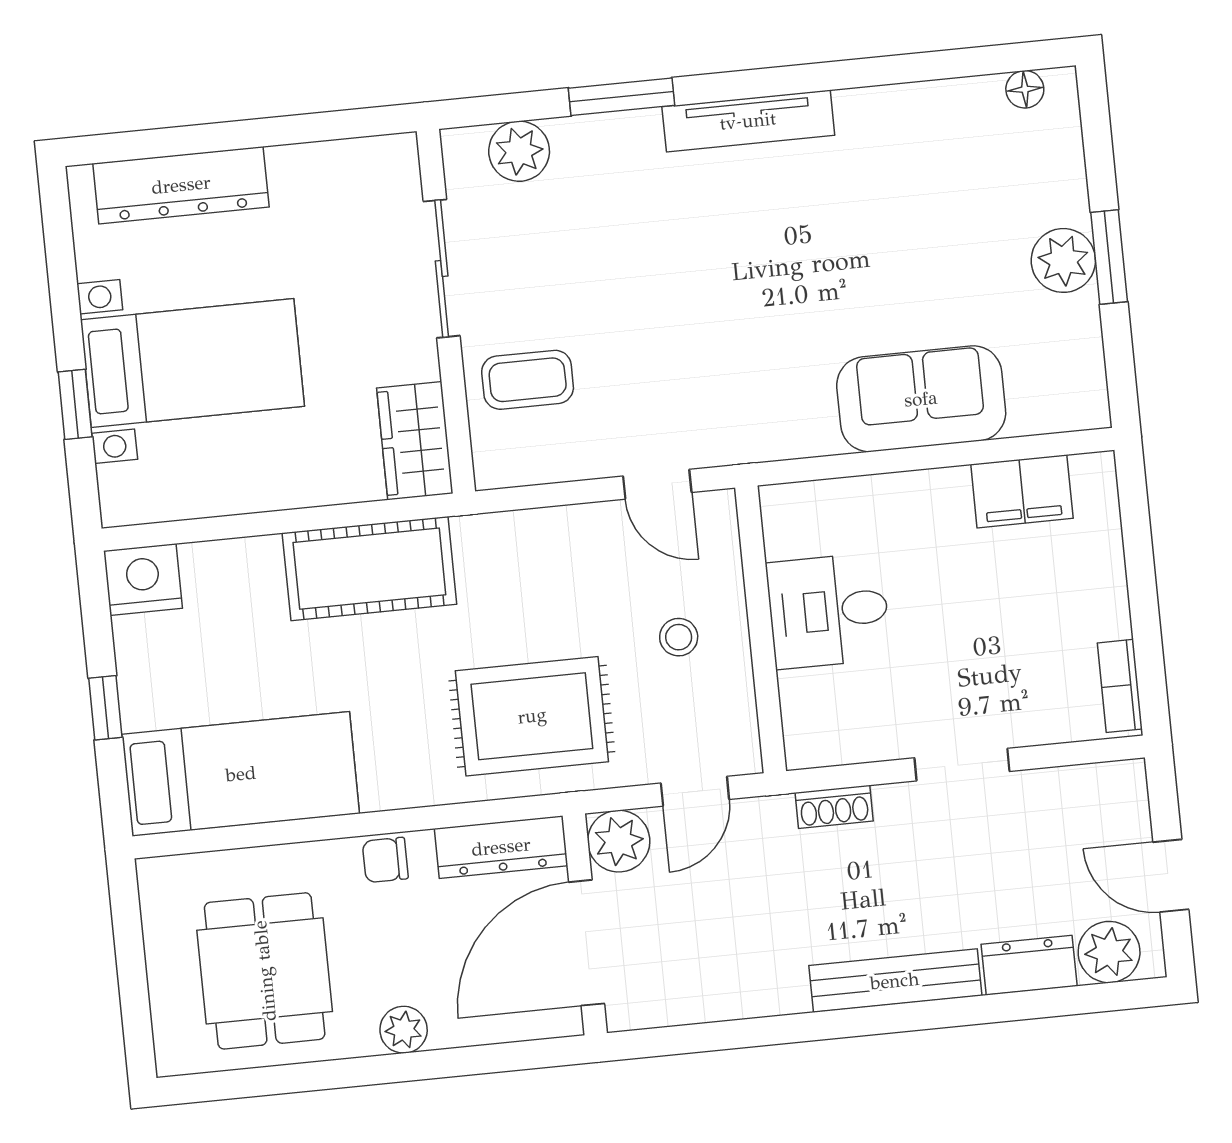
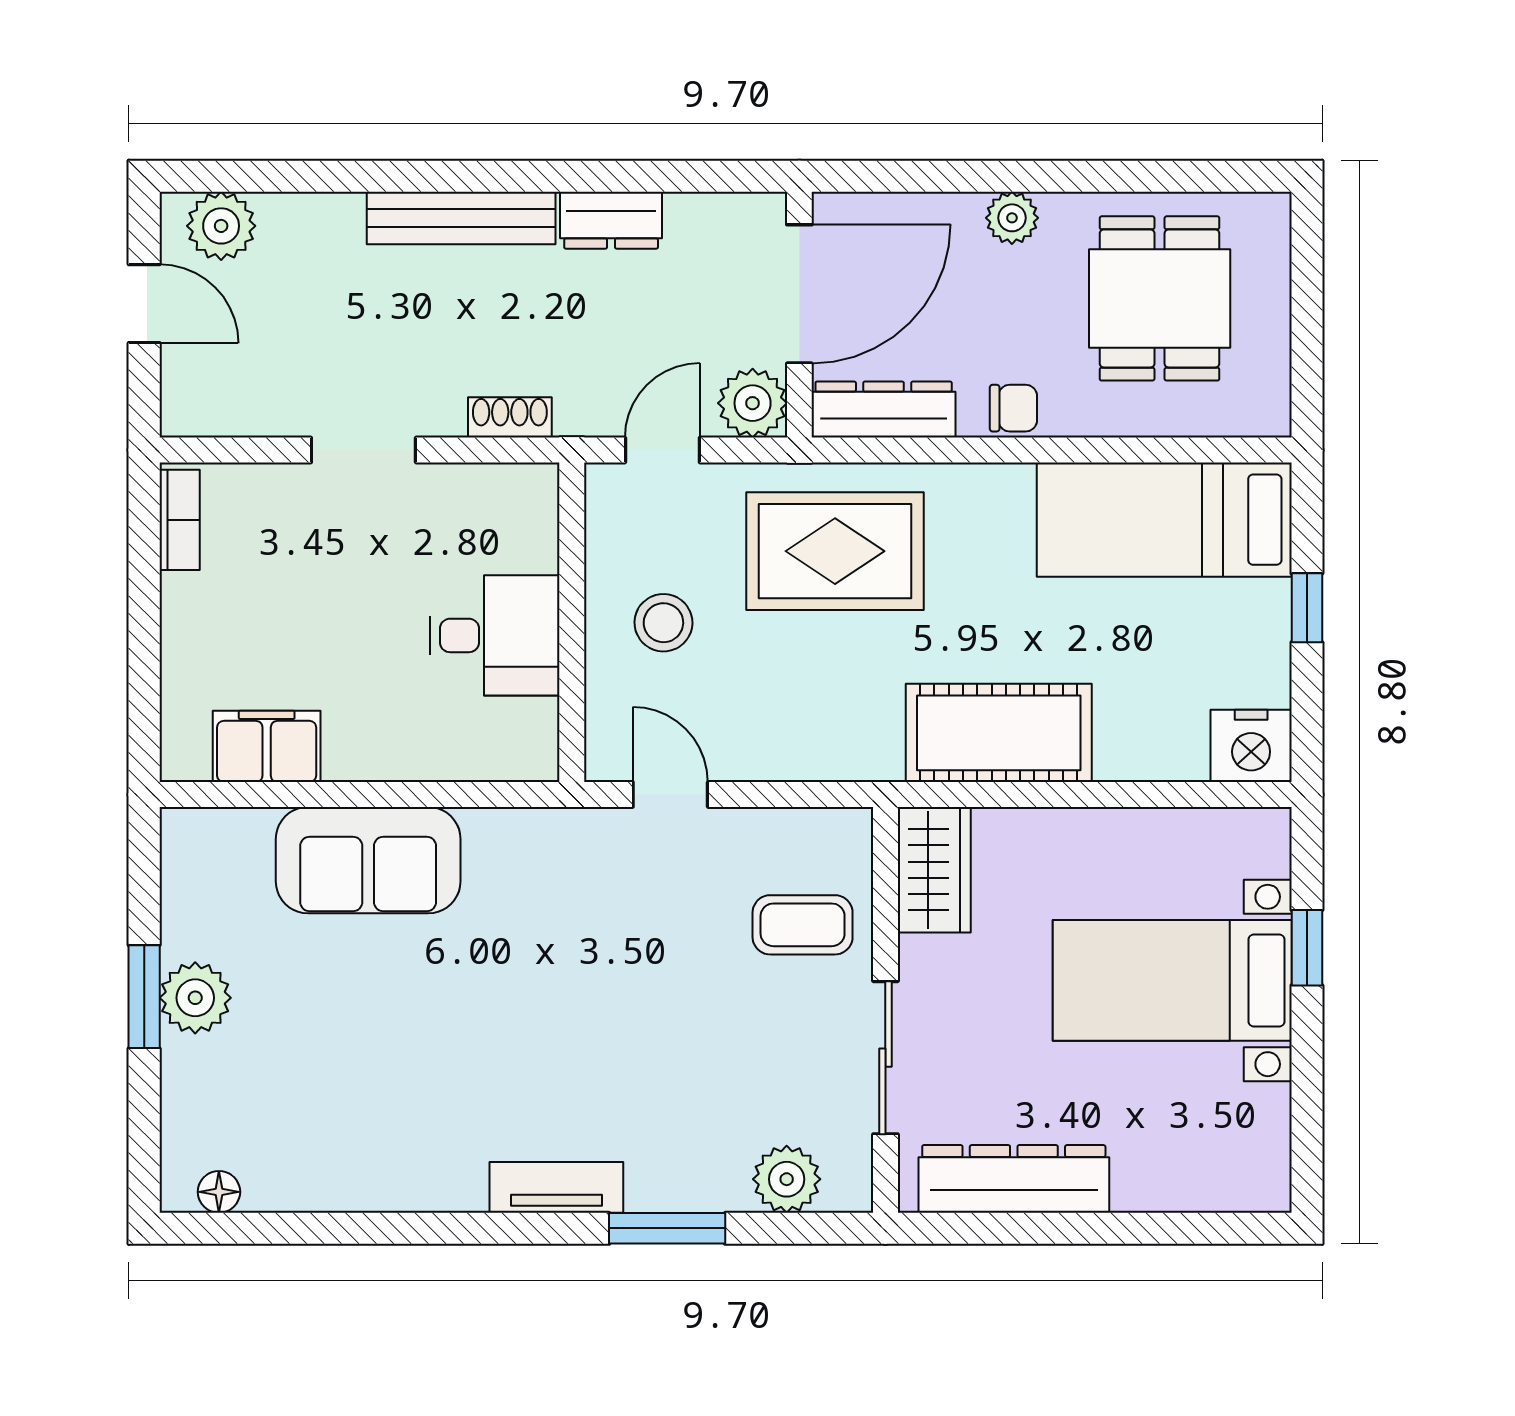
tv unit: (748, 121) -> (556, 1187), width x0.71
dresser: (181, 185) -> (1014, 1179), moved
stool: (679, 637) -> (663, 623), width x1.37, depth x1.37
dresser: (1029, 965) -> (611, 220), moved

